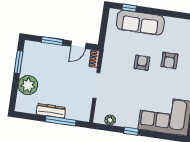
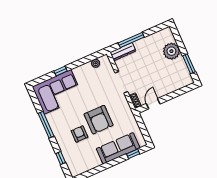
window: (52, 41) -> (174, 95), removed
armchair: (142, 63) -> (99, 120), width x1.88, depth x1.88
dresser: (51, 111) -> (123, 52), moved
window: (131, 131) -> (61, 71), moved

